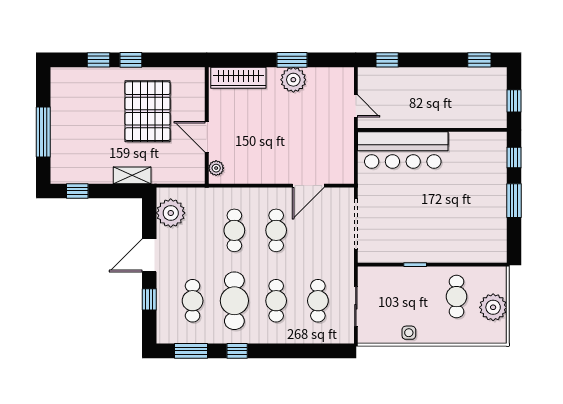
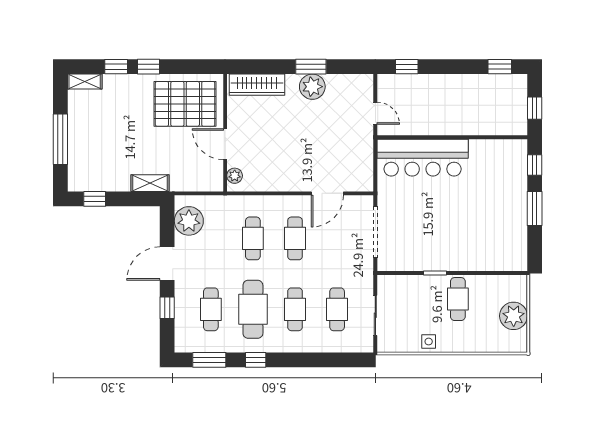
shelving: (67, 75) -> (85, 82), added
pallet: (148, 111) -> (185, 104), moved, turned 90
cafe table: (457, 297) -> (458, 299), moved

